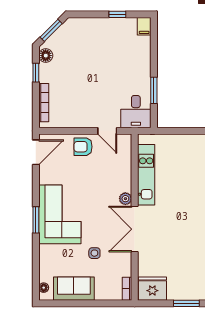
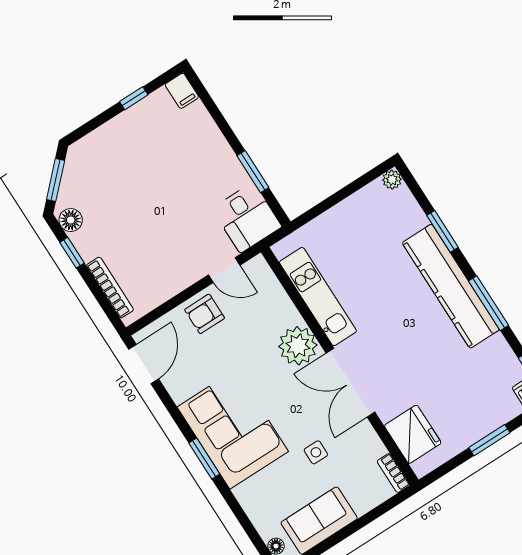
plant: (125, 199) -> (298, 346), width x1.88, depth x1.88
fridge: (152, 289) -> (413, 434), moved, turned 90

